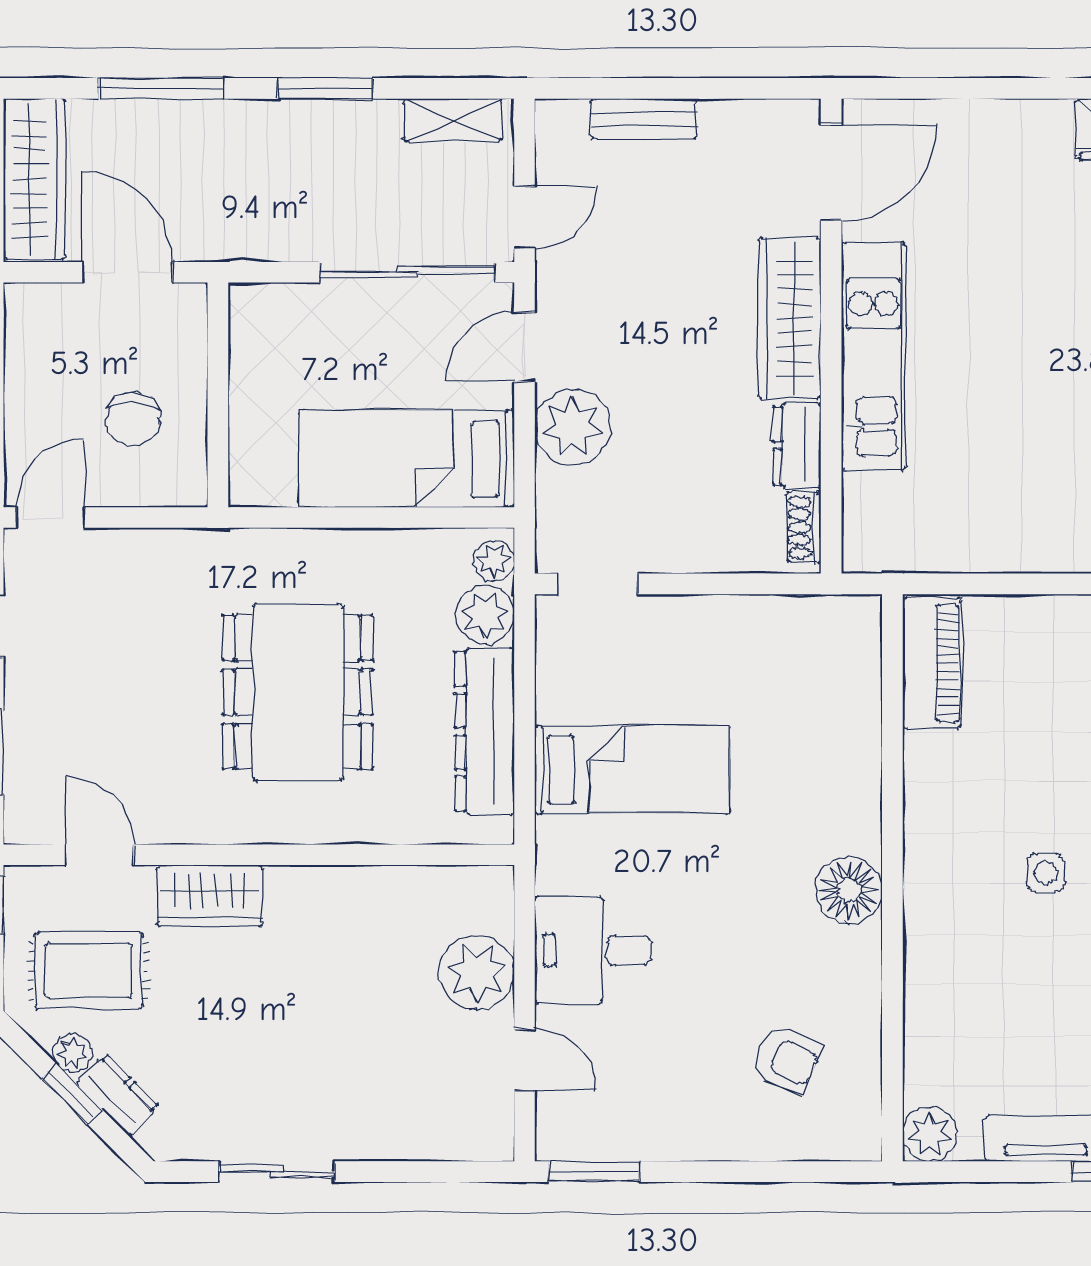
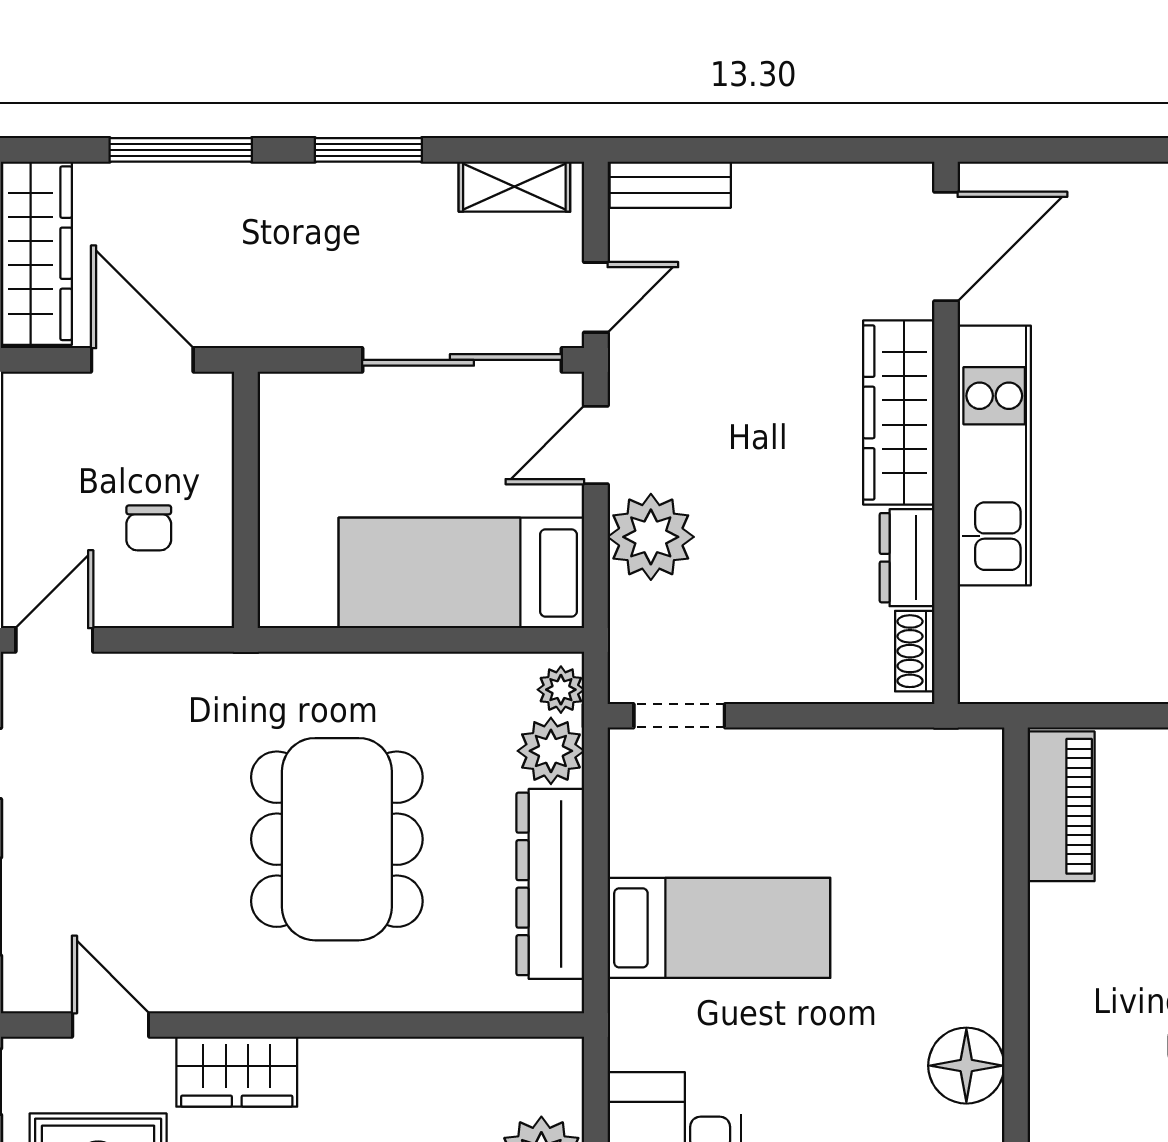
bench: (644, 119) -> (670, 185), moved
chair: (133, 419) -> (149, 528), width x0.73, depth x0.73

